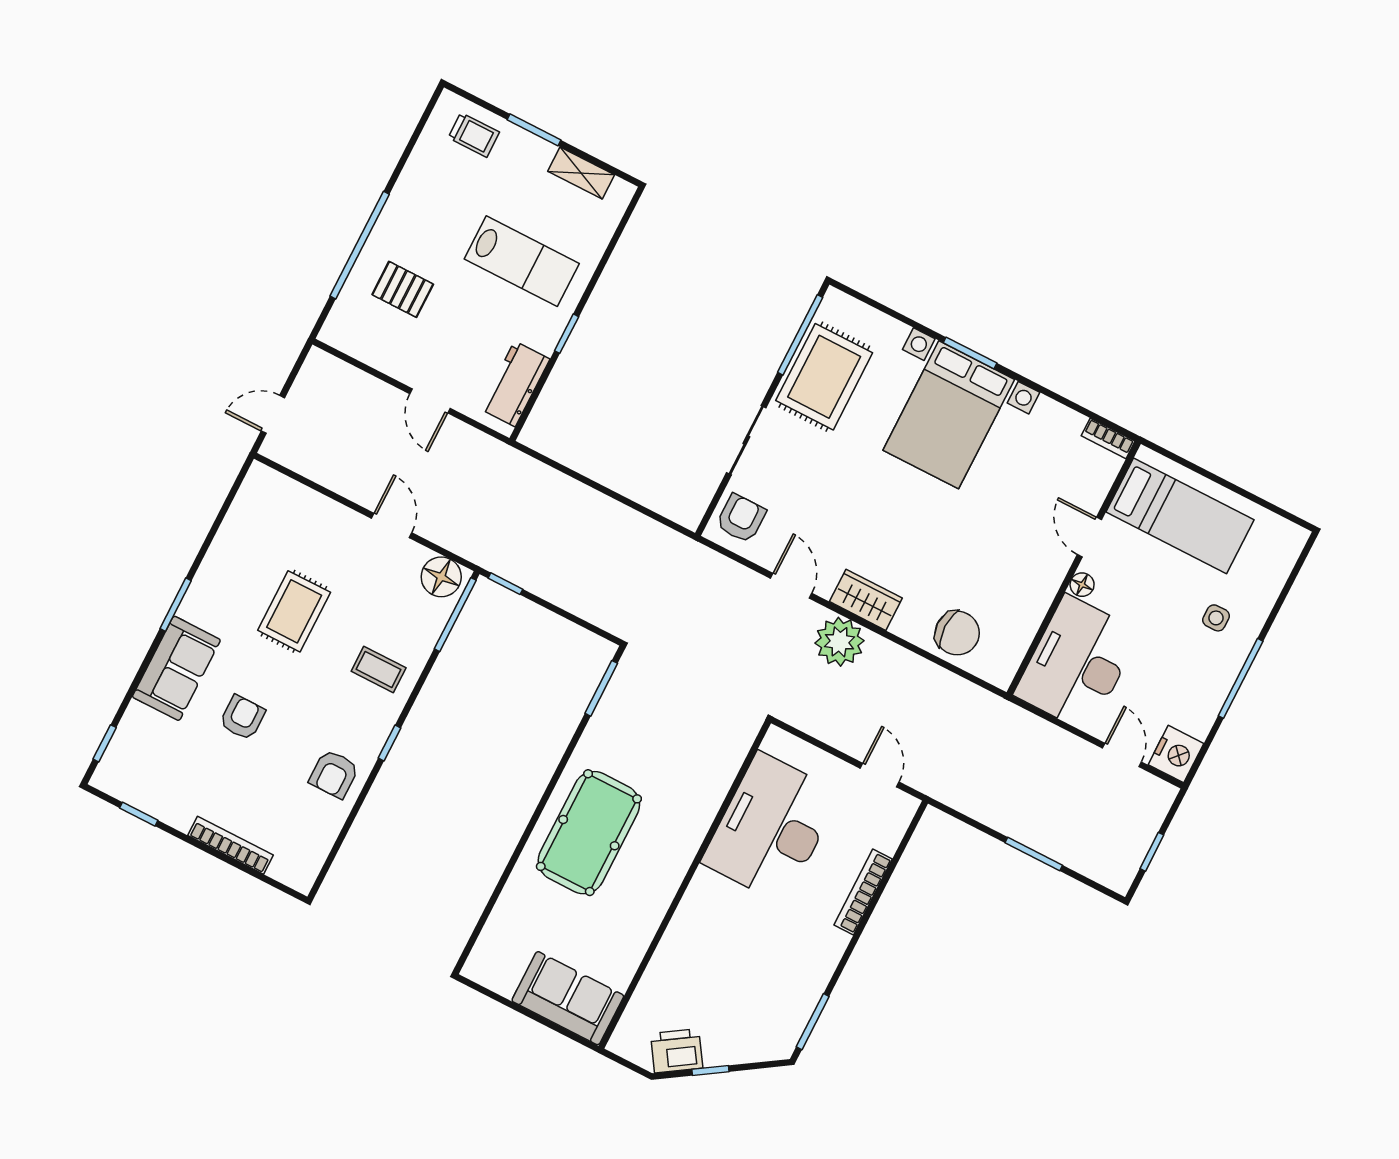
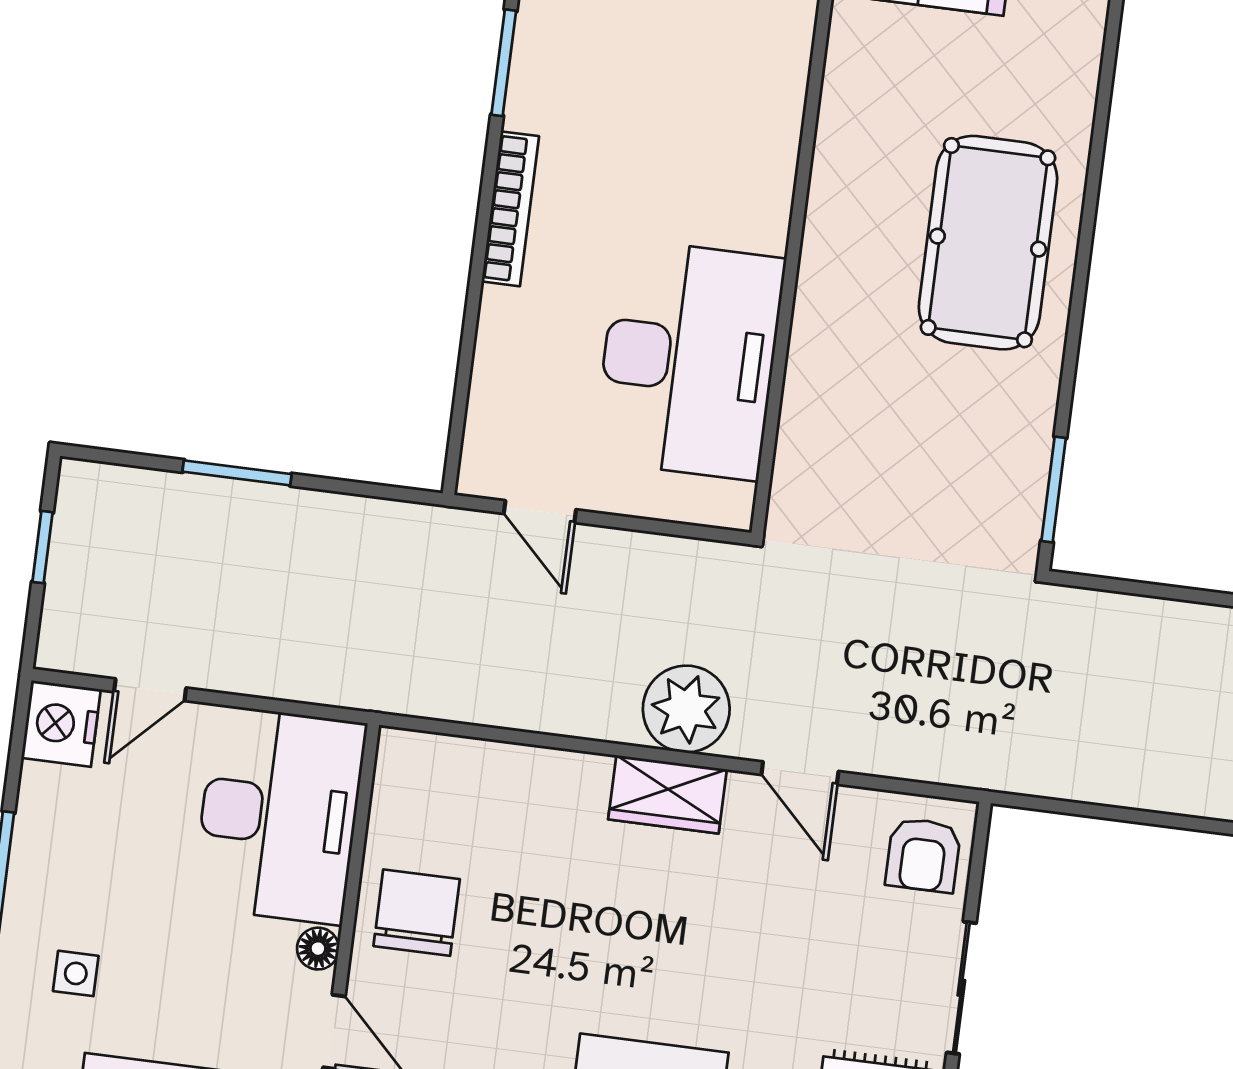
chair: (957, 633) -> (417, 913), moved, turned 90
door: (1122, 755) -> (150, 690), hinge flipped
bookcase: (863, 892) -> (510, 209), moved

